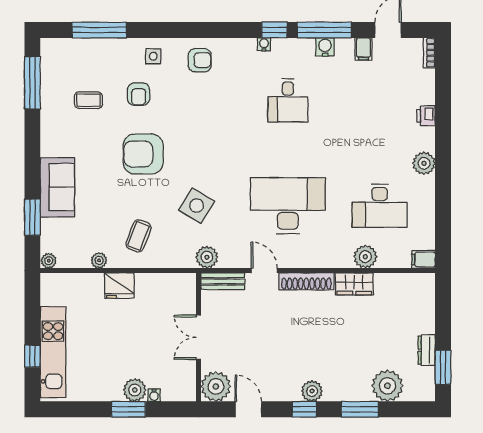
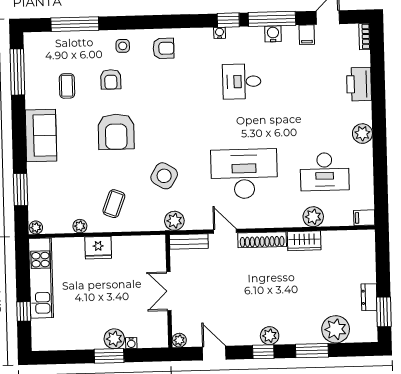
coffee table: (88, 100) -> (67, 86), turned 90
desk: (288, 100) -> (242, 81), turned 90
printer: (426, 116) -> (359, 84), width x1.87, depth x1.48
armchair: (143, 154) -> (116, 132), turned -90
sofa: (57, 187) -> (41, 135), moved
kitchen unit: (53, 352) -> (41, 278), moved
plant: (216, 386) -> (179, 340), width x0.53, depth x0.53

